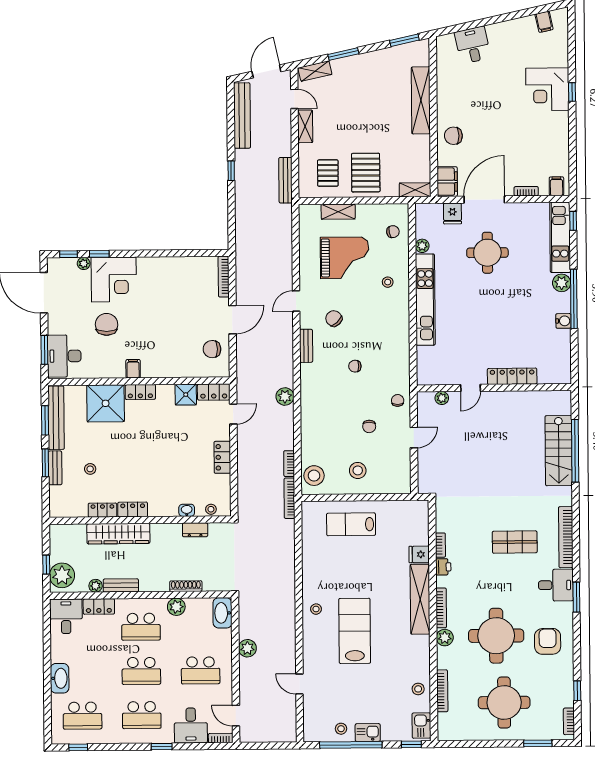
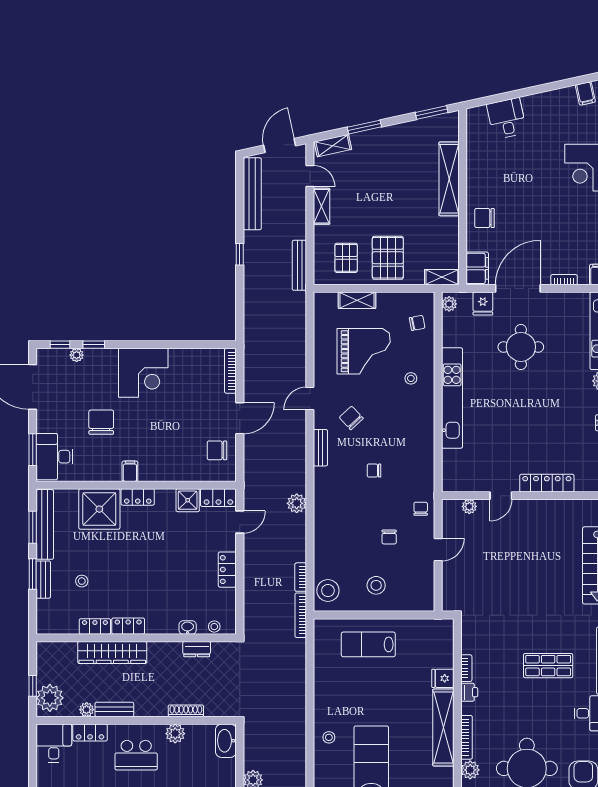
plant: (422, 246) -> (449, 304), moved
corner desk: (114, 279) -> (143, 373), moved

